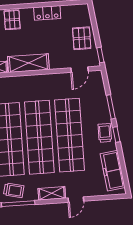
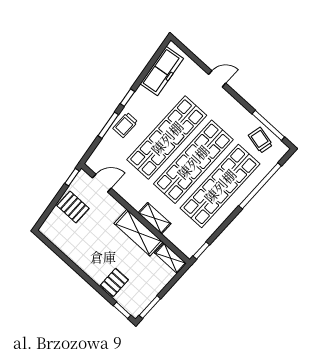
locker: (47, 13) -> (80, 258), removed
pallet: (82, 38) -> (73, 207), turned 90
trolley: (105, 133) -> (125, 125), moved
shelving: (52, 193) -> (155, 218), moved

